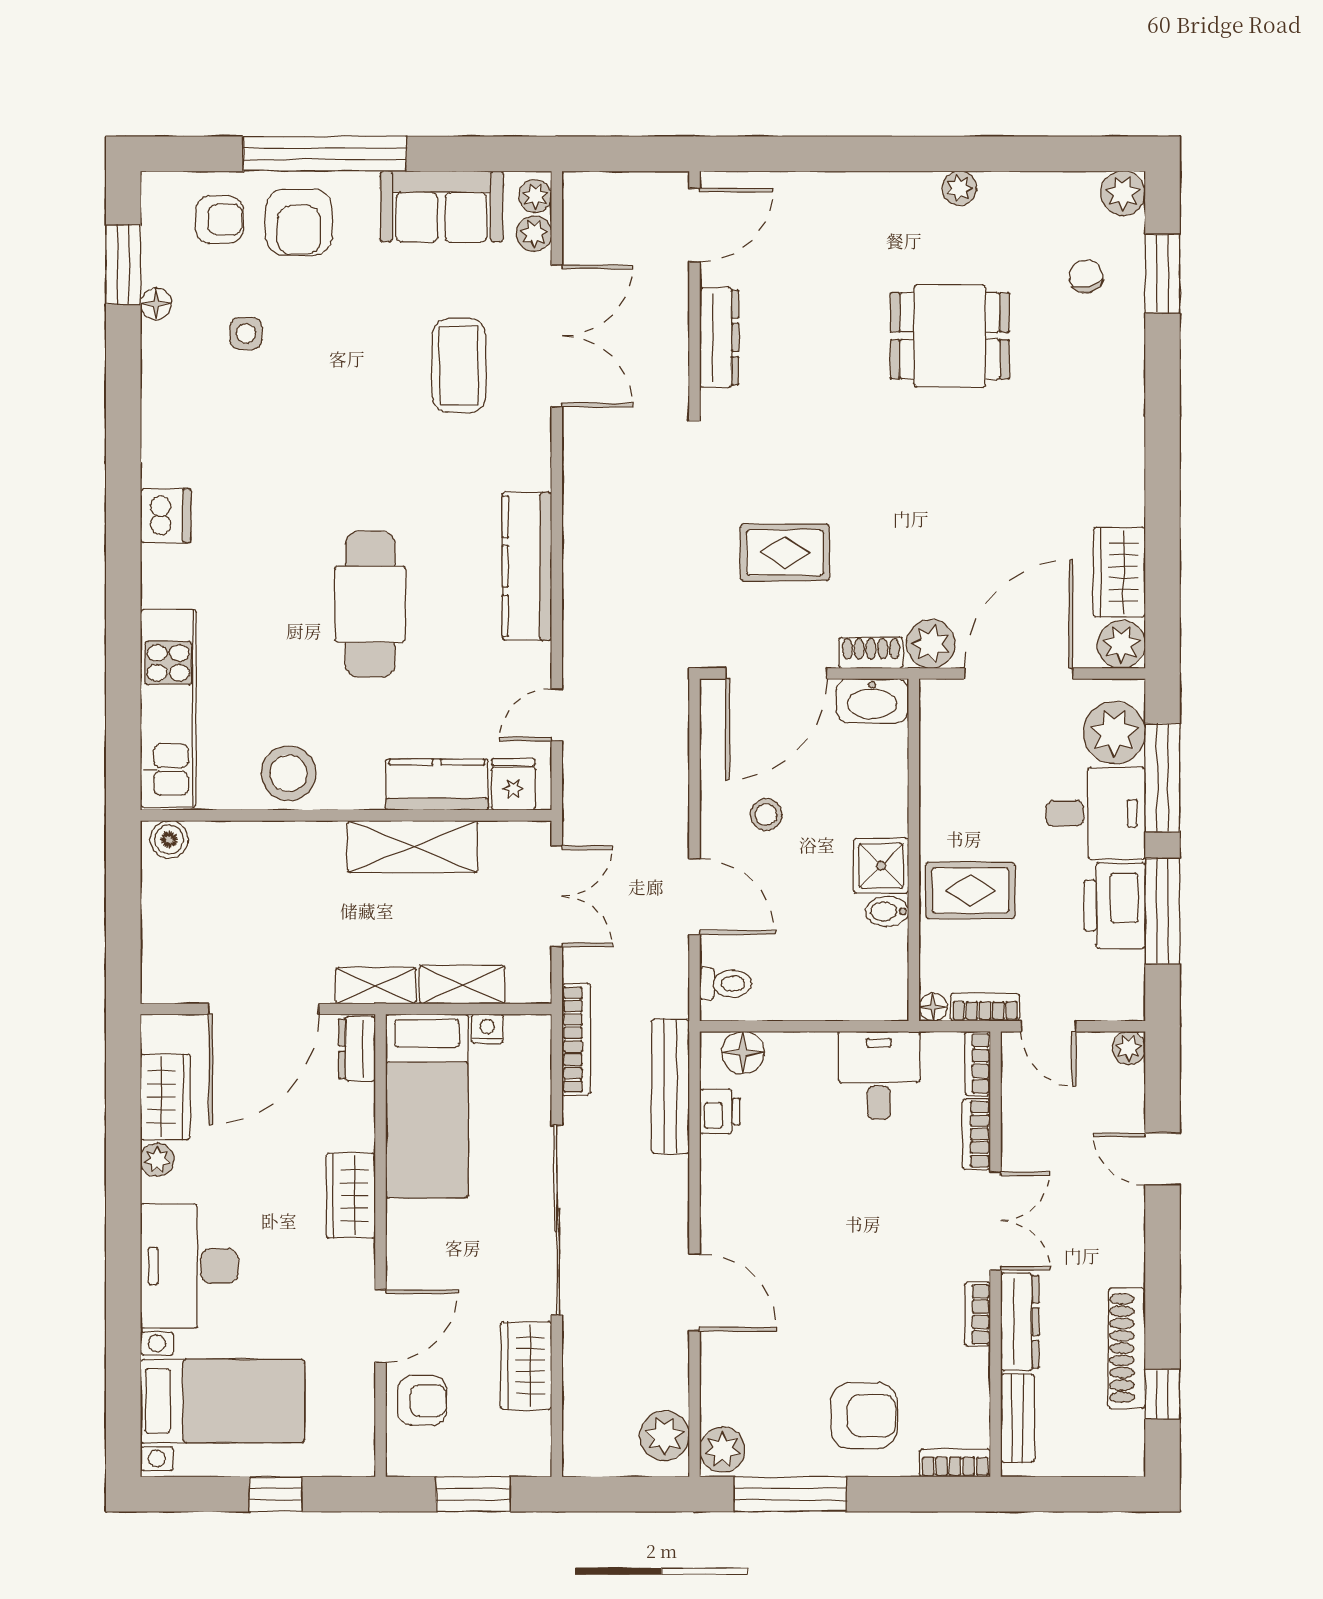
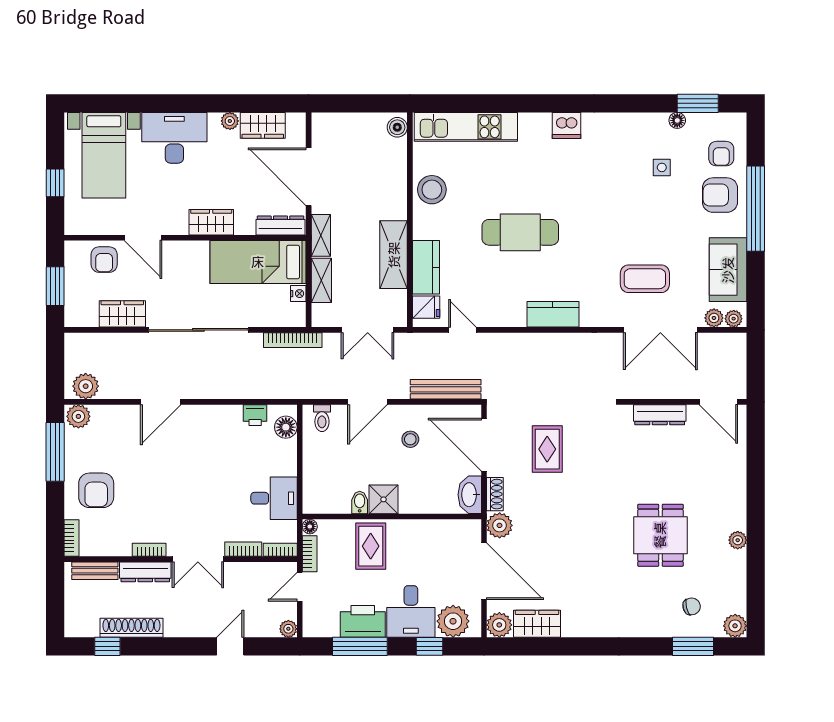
kitchen counter: (527, 566) -> (553, 314), width x0.67
window: (1162, 778) -> (430, 646), width x0.46
dresser: (357, 1049) -> (280, 225), width x1.44
bench: (670, 1086) -> (446, 389), moved

